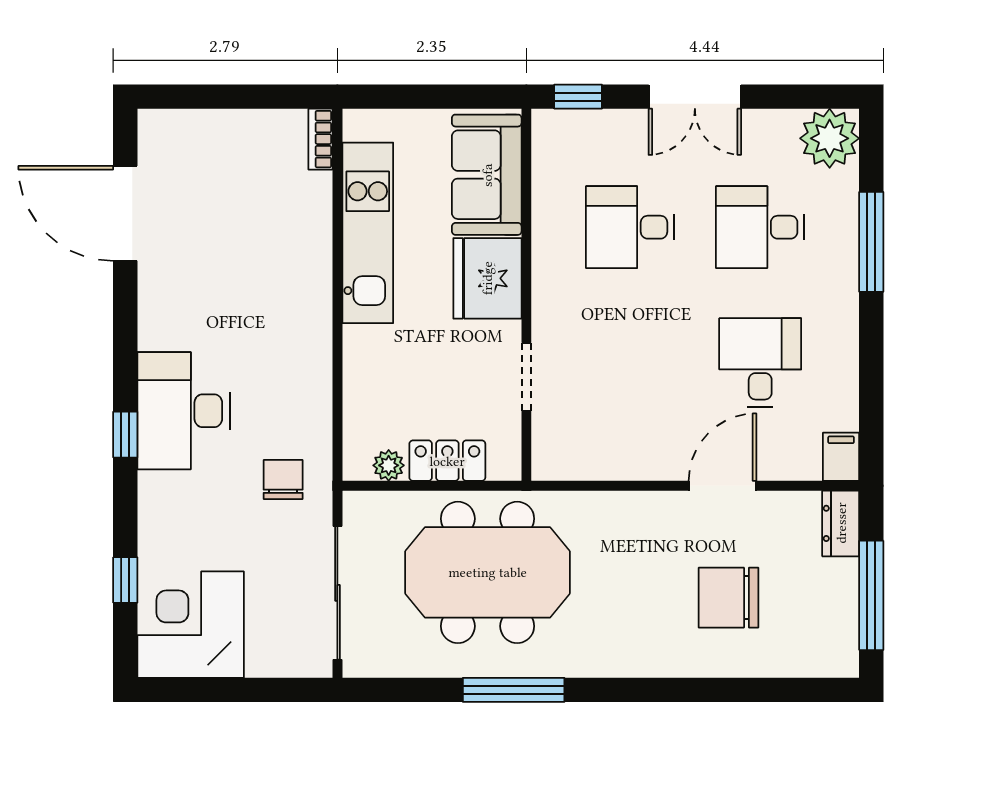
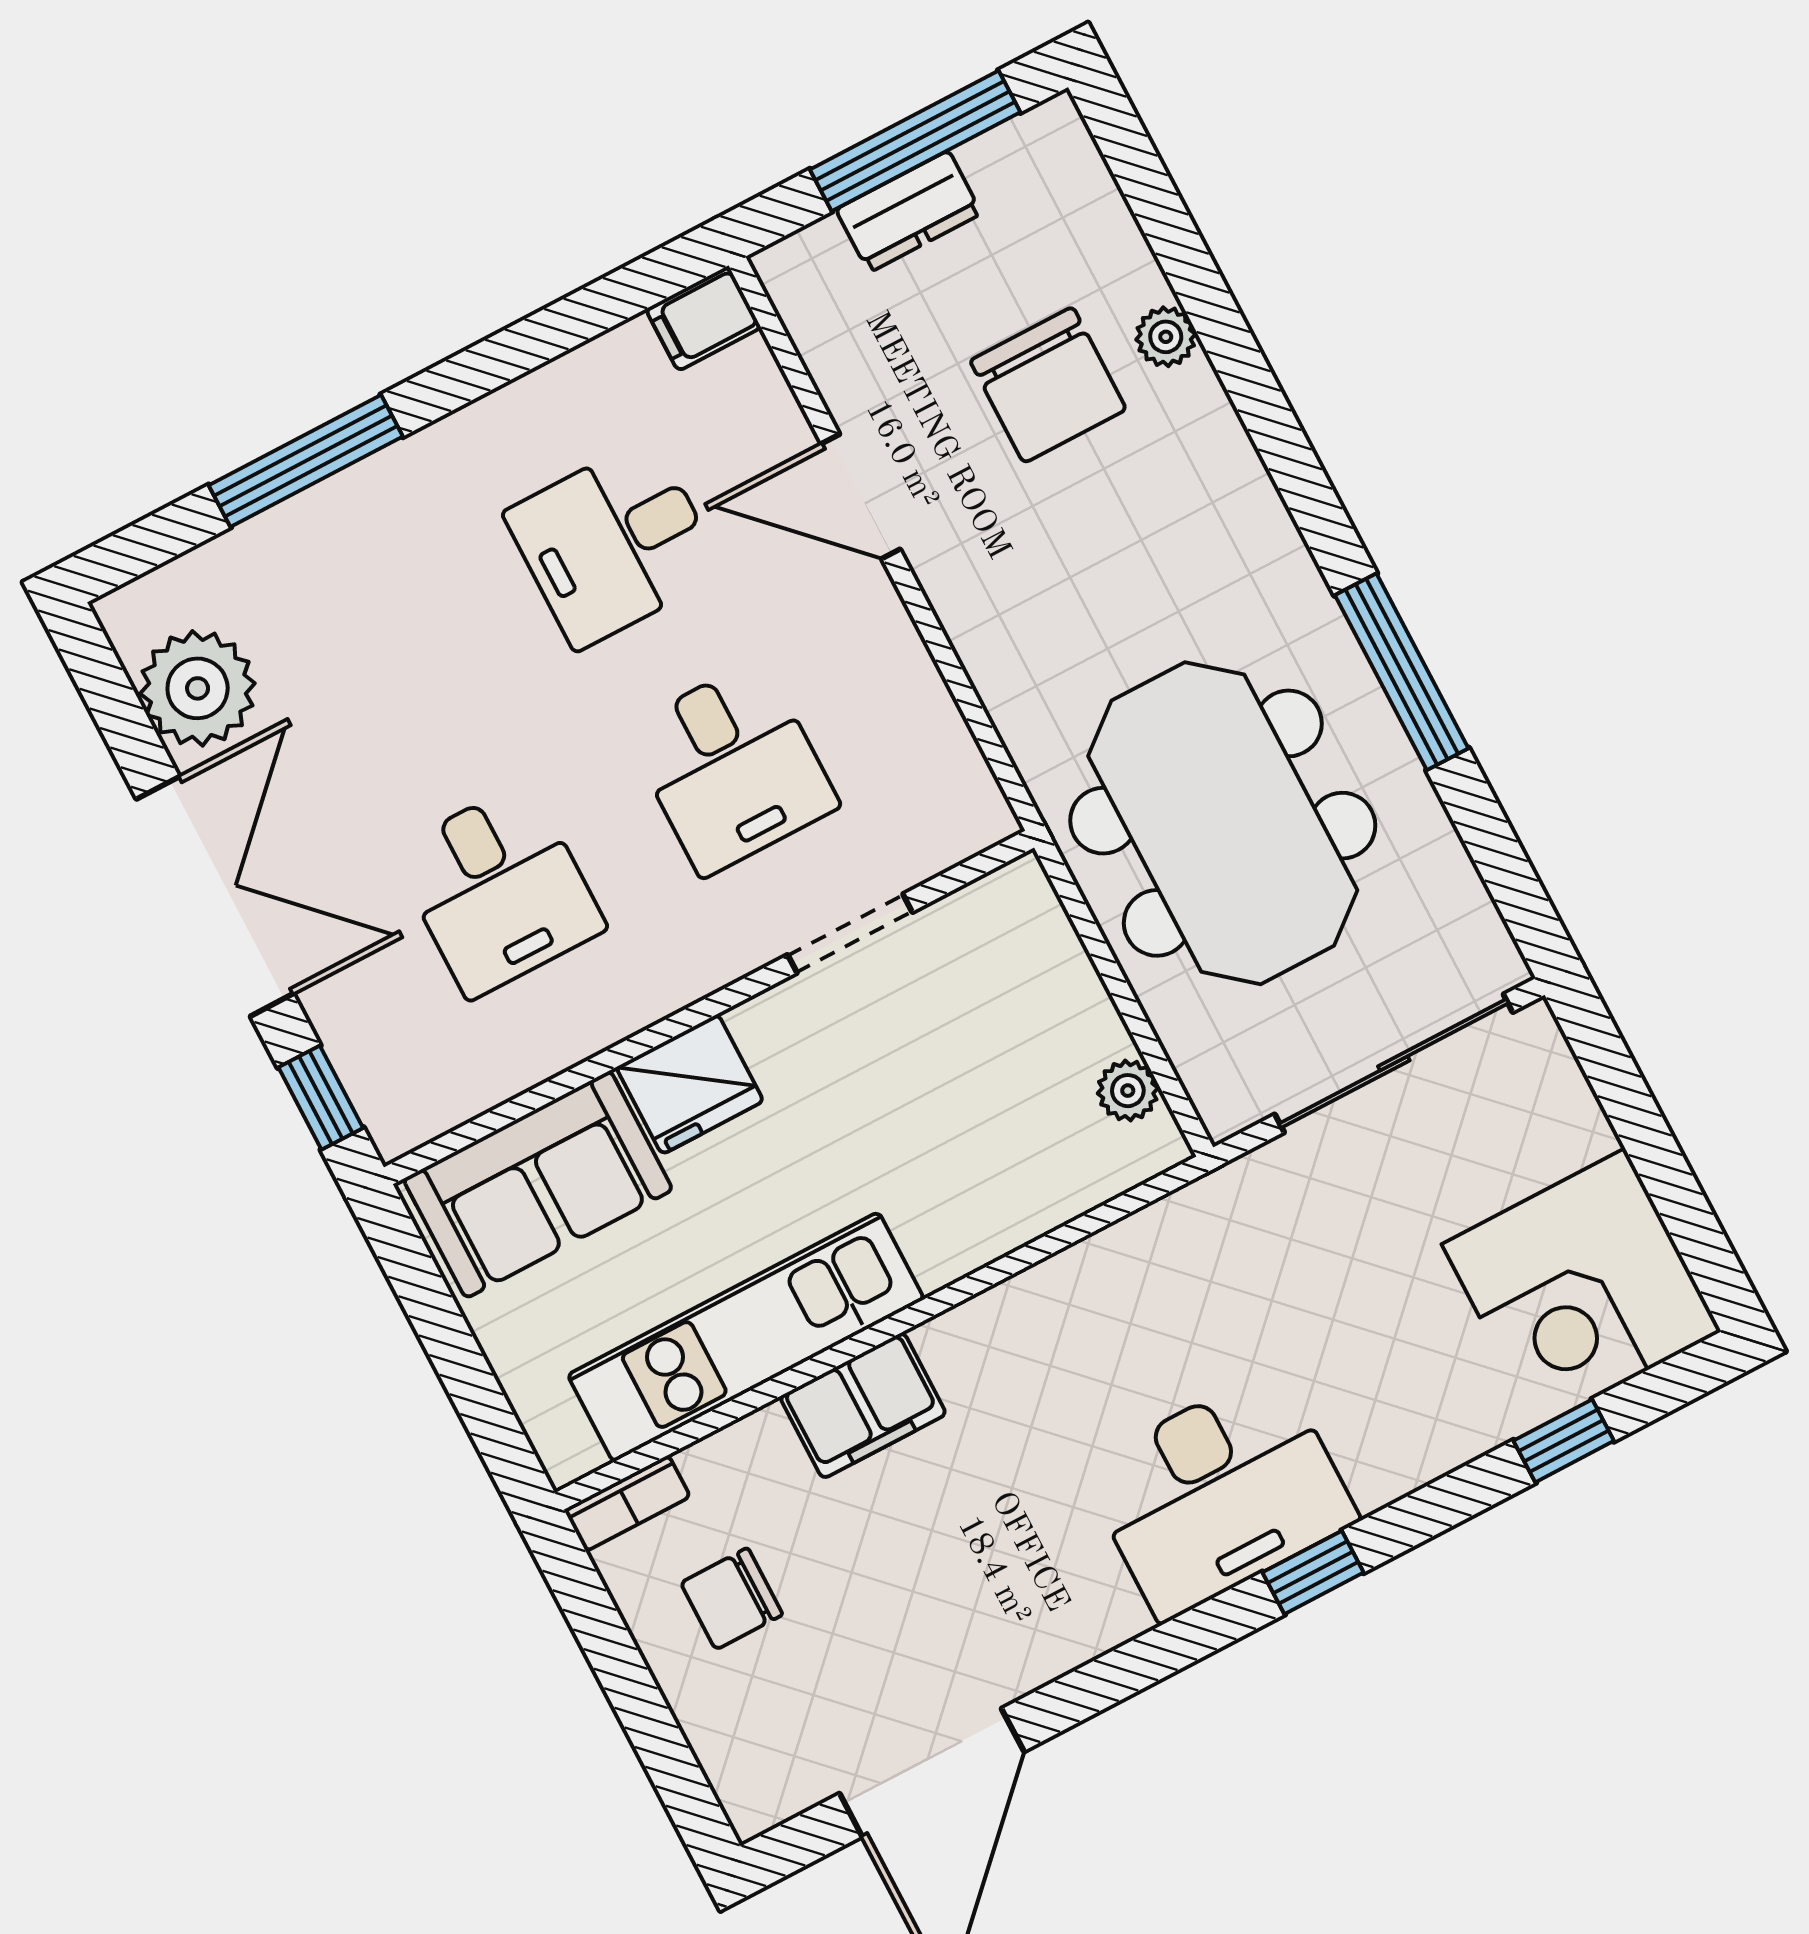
double door: (695, 97) -> (215, 896), width x1.37
plant: (830, 138) -> (198, 688), moved
desk: (760, 227) -> (732, 767), moved
filing cabinet: (309, 270) -> (863, 1405), added
fridge: (487, 278) -> (690, 1084), width x0.73, depth x0.75
locker: (447, 461) -> (1066, 994), removed
chair: (283, 479) -> (732, 1599), moved
dresser: (841, 523) -> (909, 211), moved
plant: (722, 663) -> (1166, 337), added

